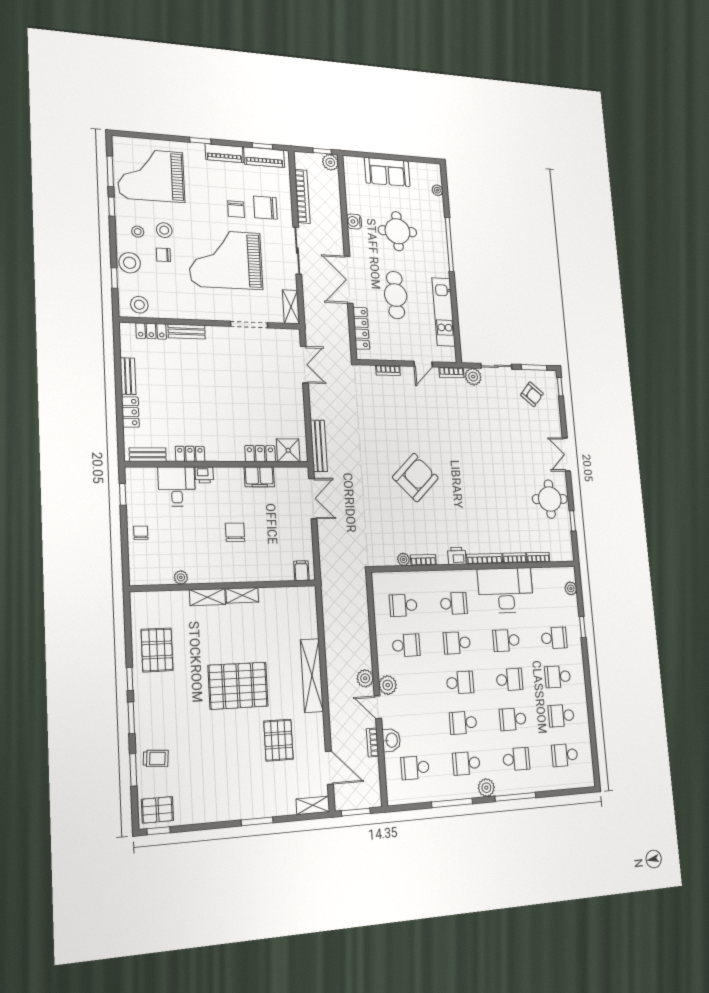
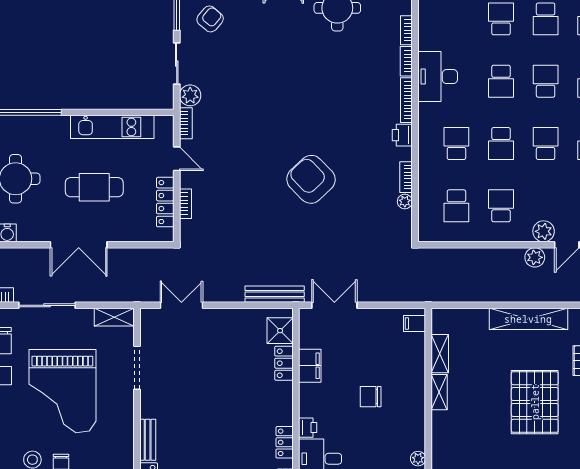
locker: (361, 328) -> (165, 202), moved, turned -90
desk: (506, 590) -> (438, 77), width x0.73, depth x0.77
shelving: (207, 597) -> (440, 354), moved

